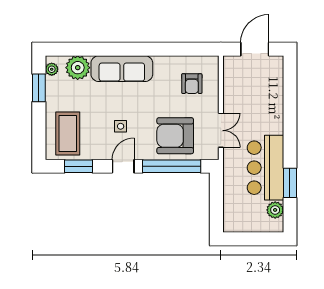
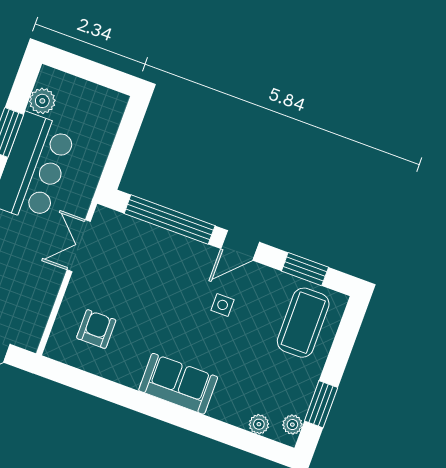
plant: (78, 68) -> (259, 424), width x0.53, depth x0.53
sofa: (122, 69) -> (178, 384), width x0.73
armchair: (175, 136) -> (148, 262), removed

